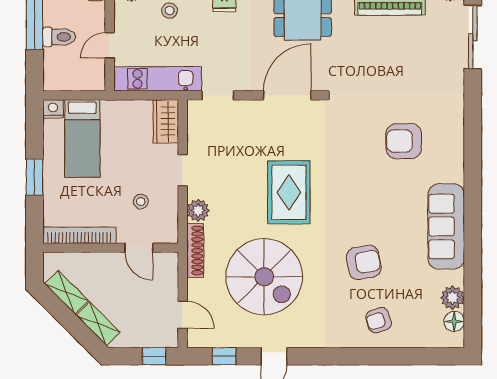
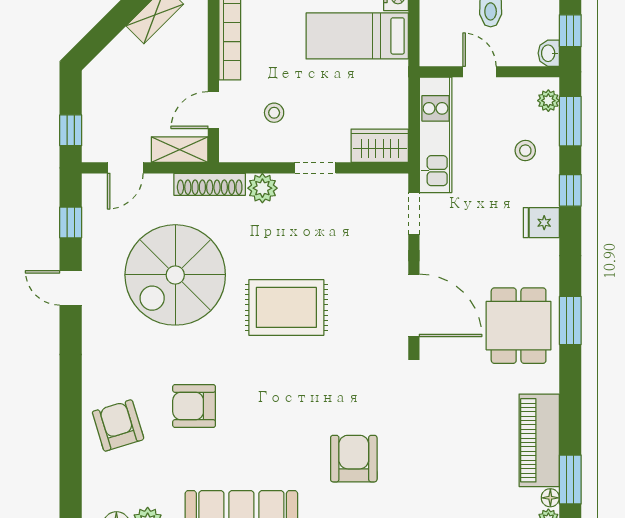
armchair: (364, 262) -> (194, 406), turned 101
armchair: (379, 320) -> (118, 425), width x1.38, depth x1.38
shelving: (98, 324) -> (180, 150), moved, turned 45

